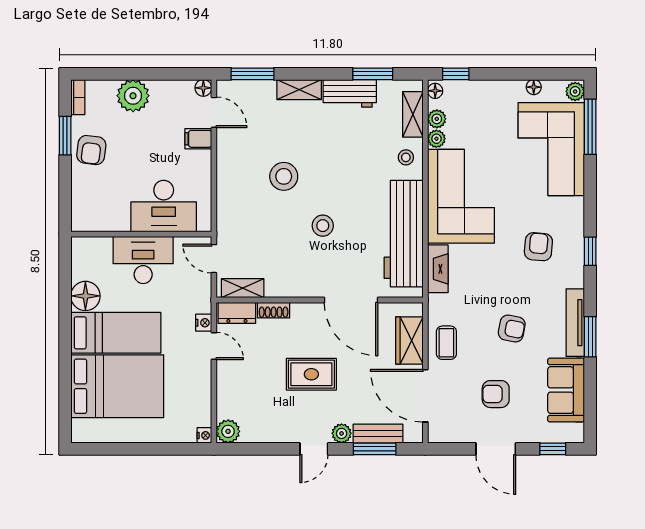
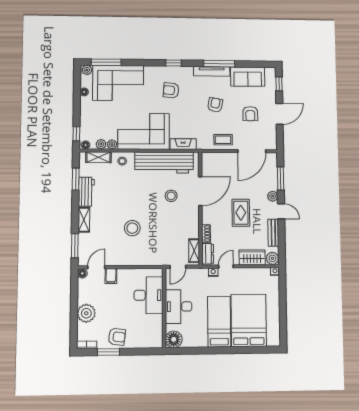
stool: (323, 226) -> (171, 196), moved
floor lamp: (85, 296) -> (174, 339), moved
window: (590, 337) -> (219, 64), width x1.44
wardrobe: (409, 340) -> (252, 257), moved, turned 180
bench: (378, 434) -> (273, 233), moved

